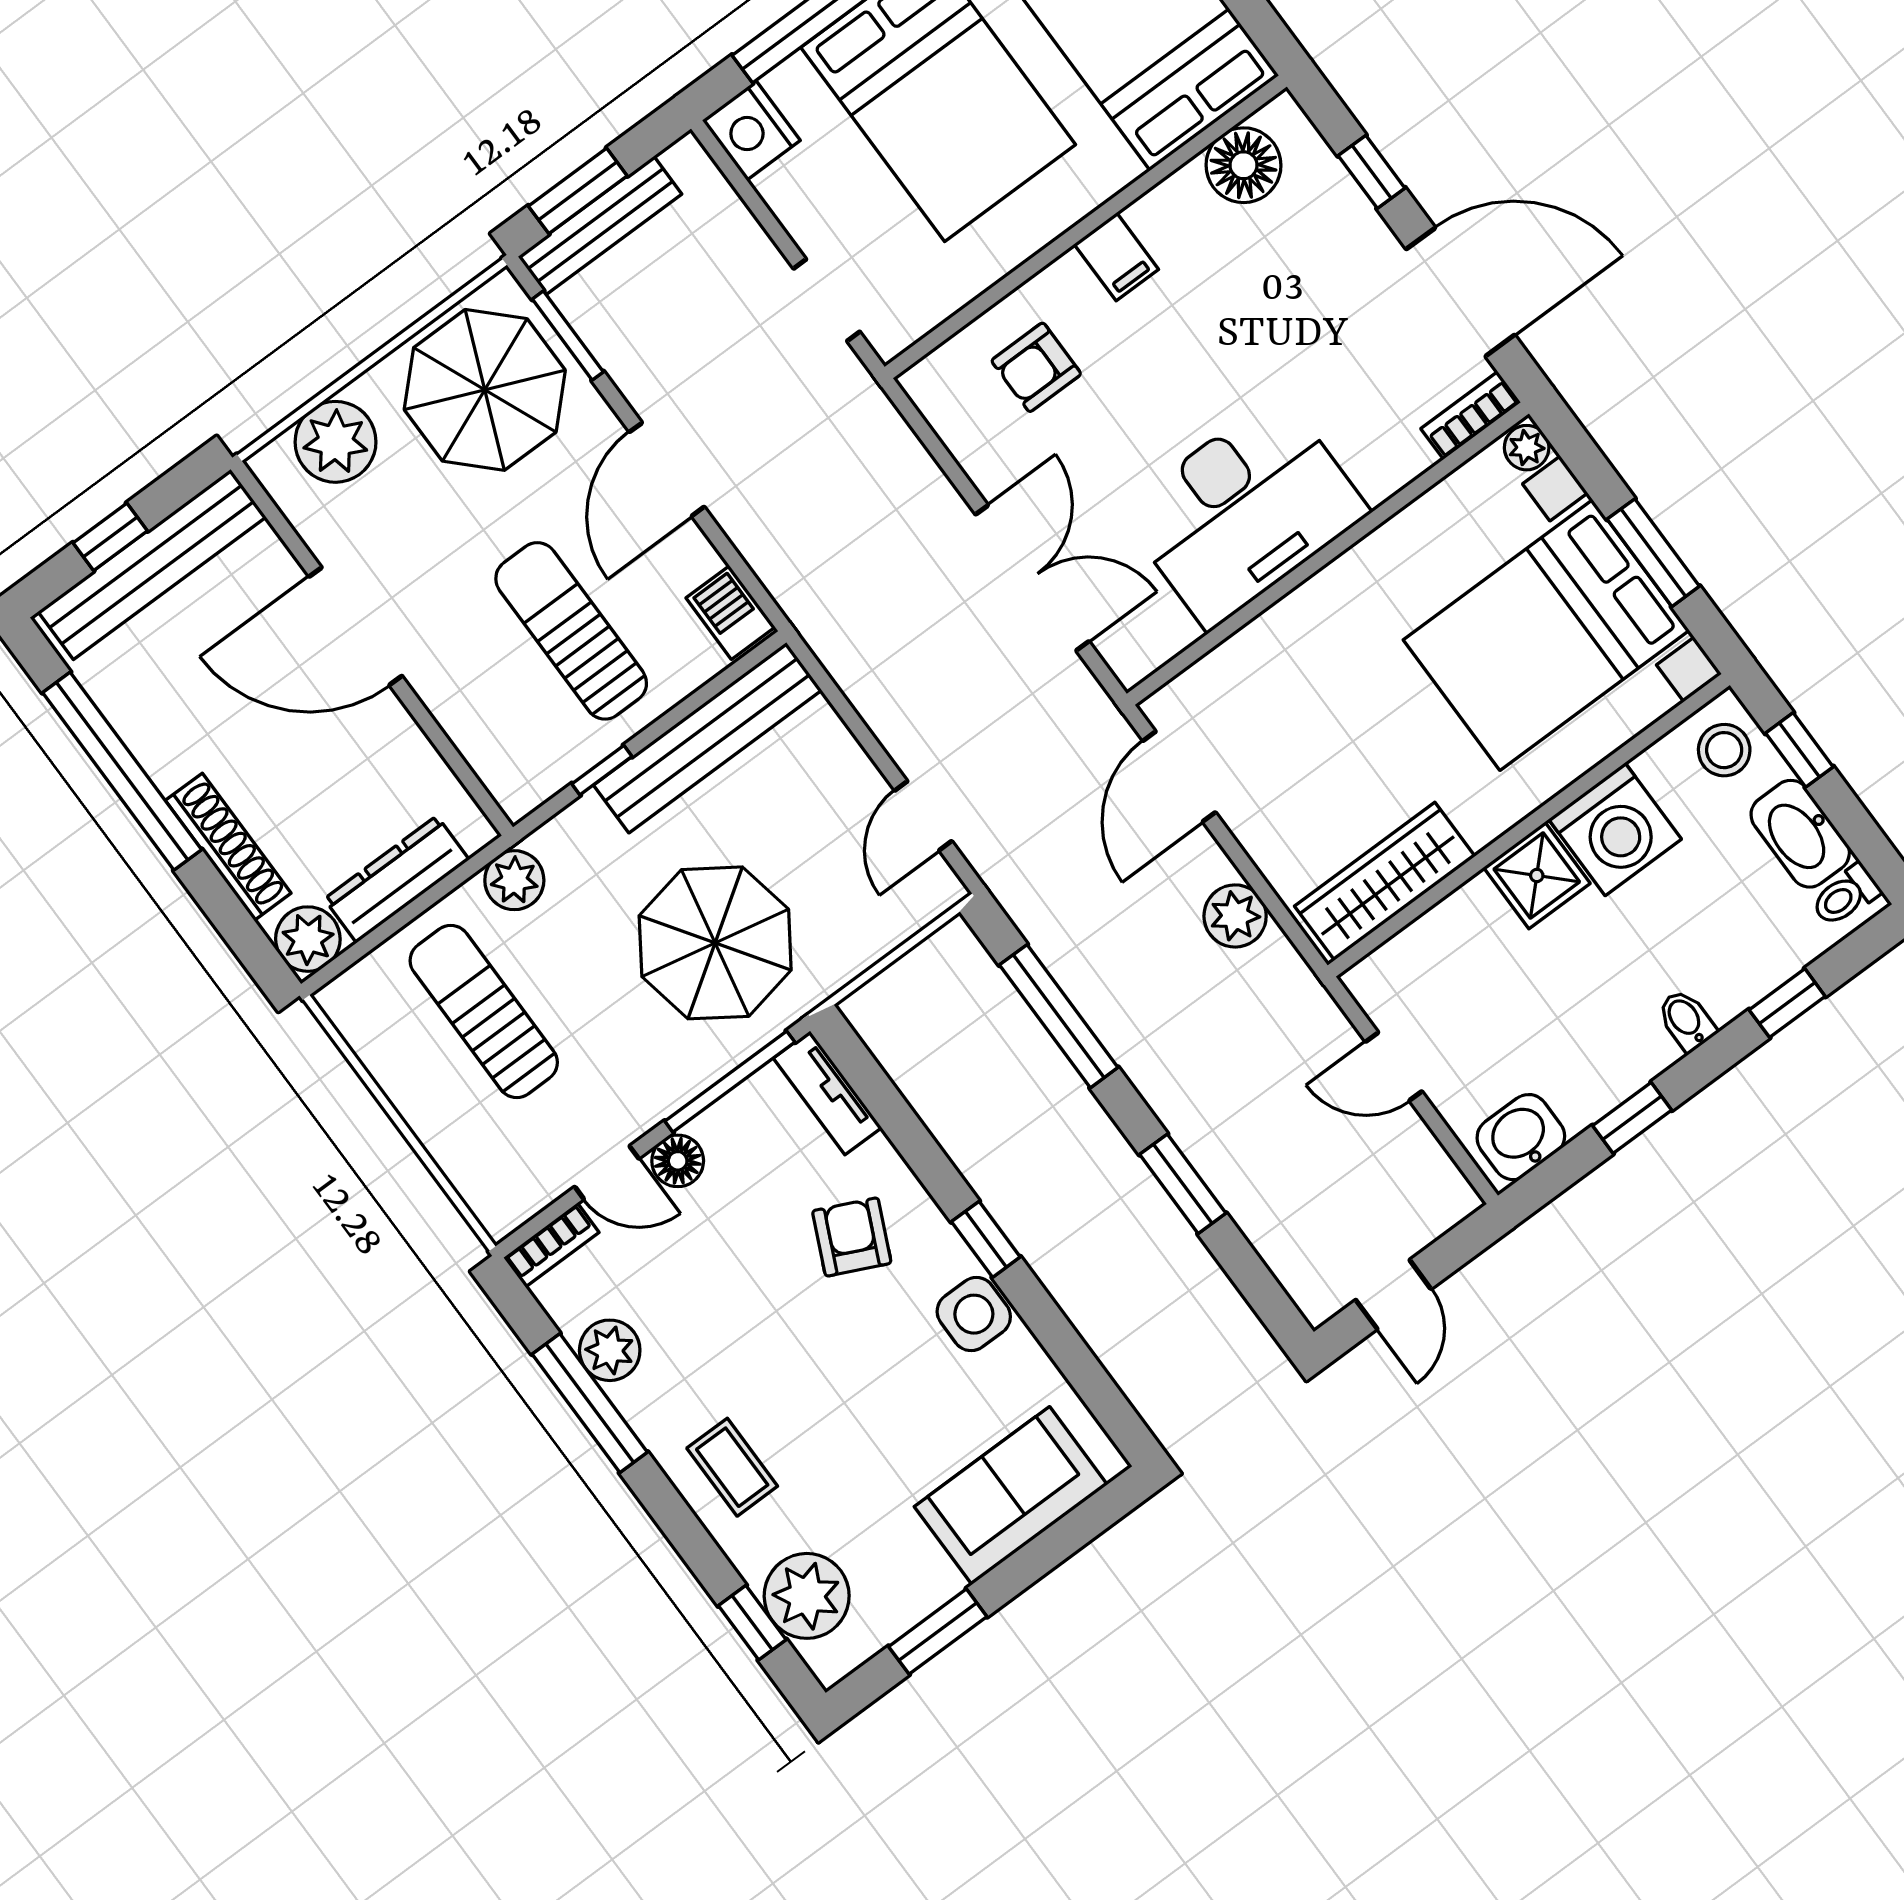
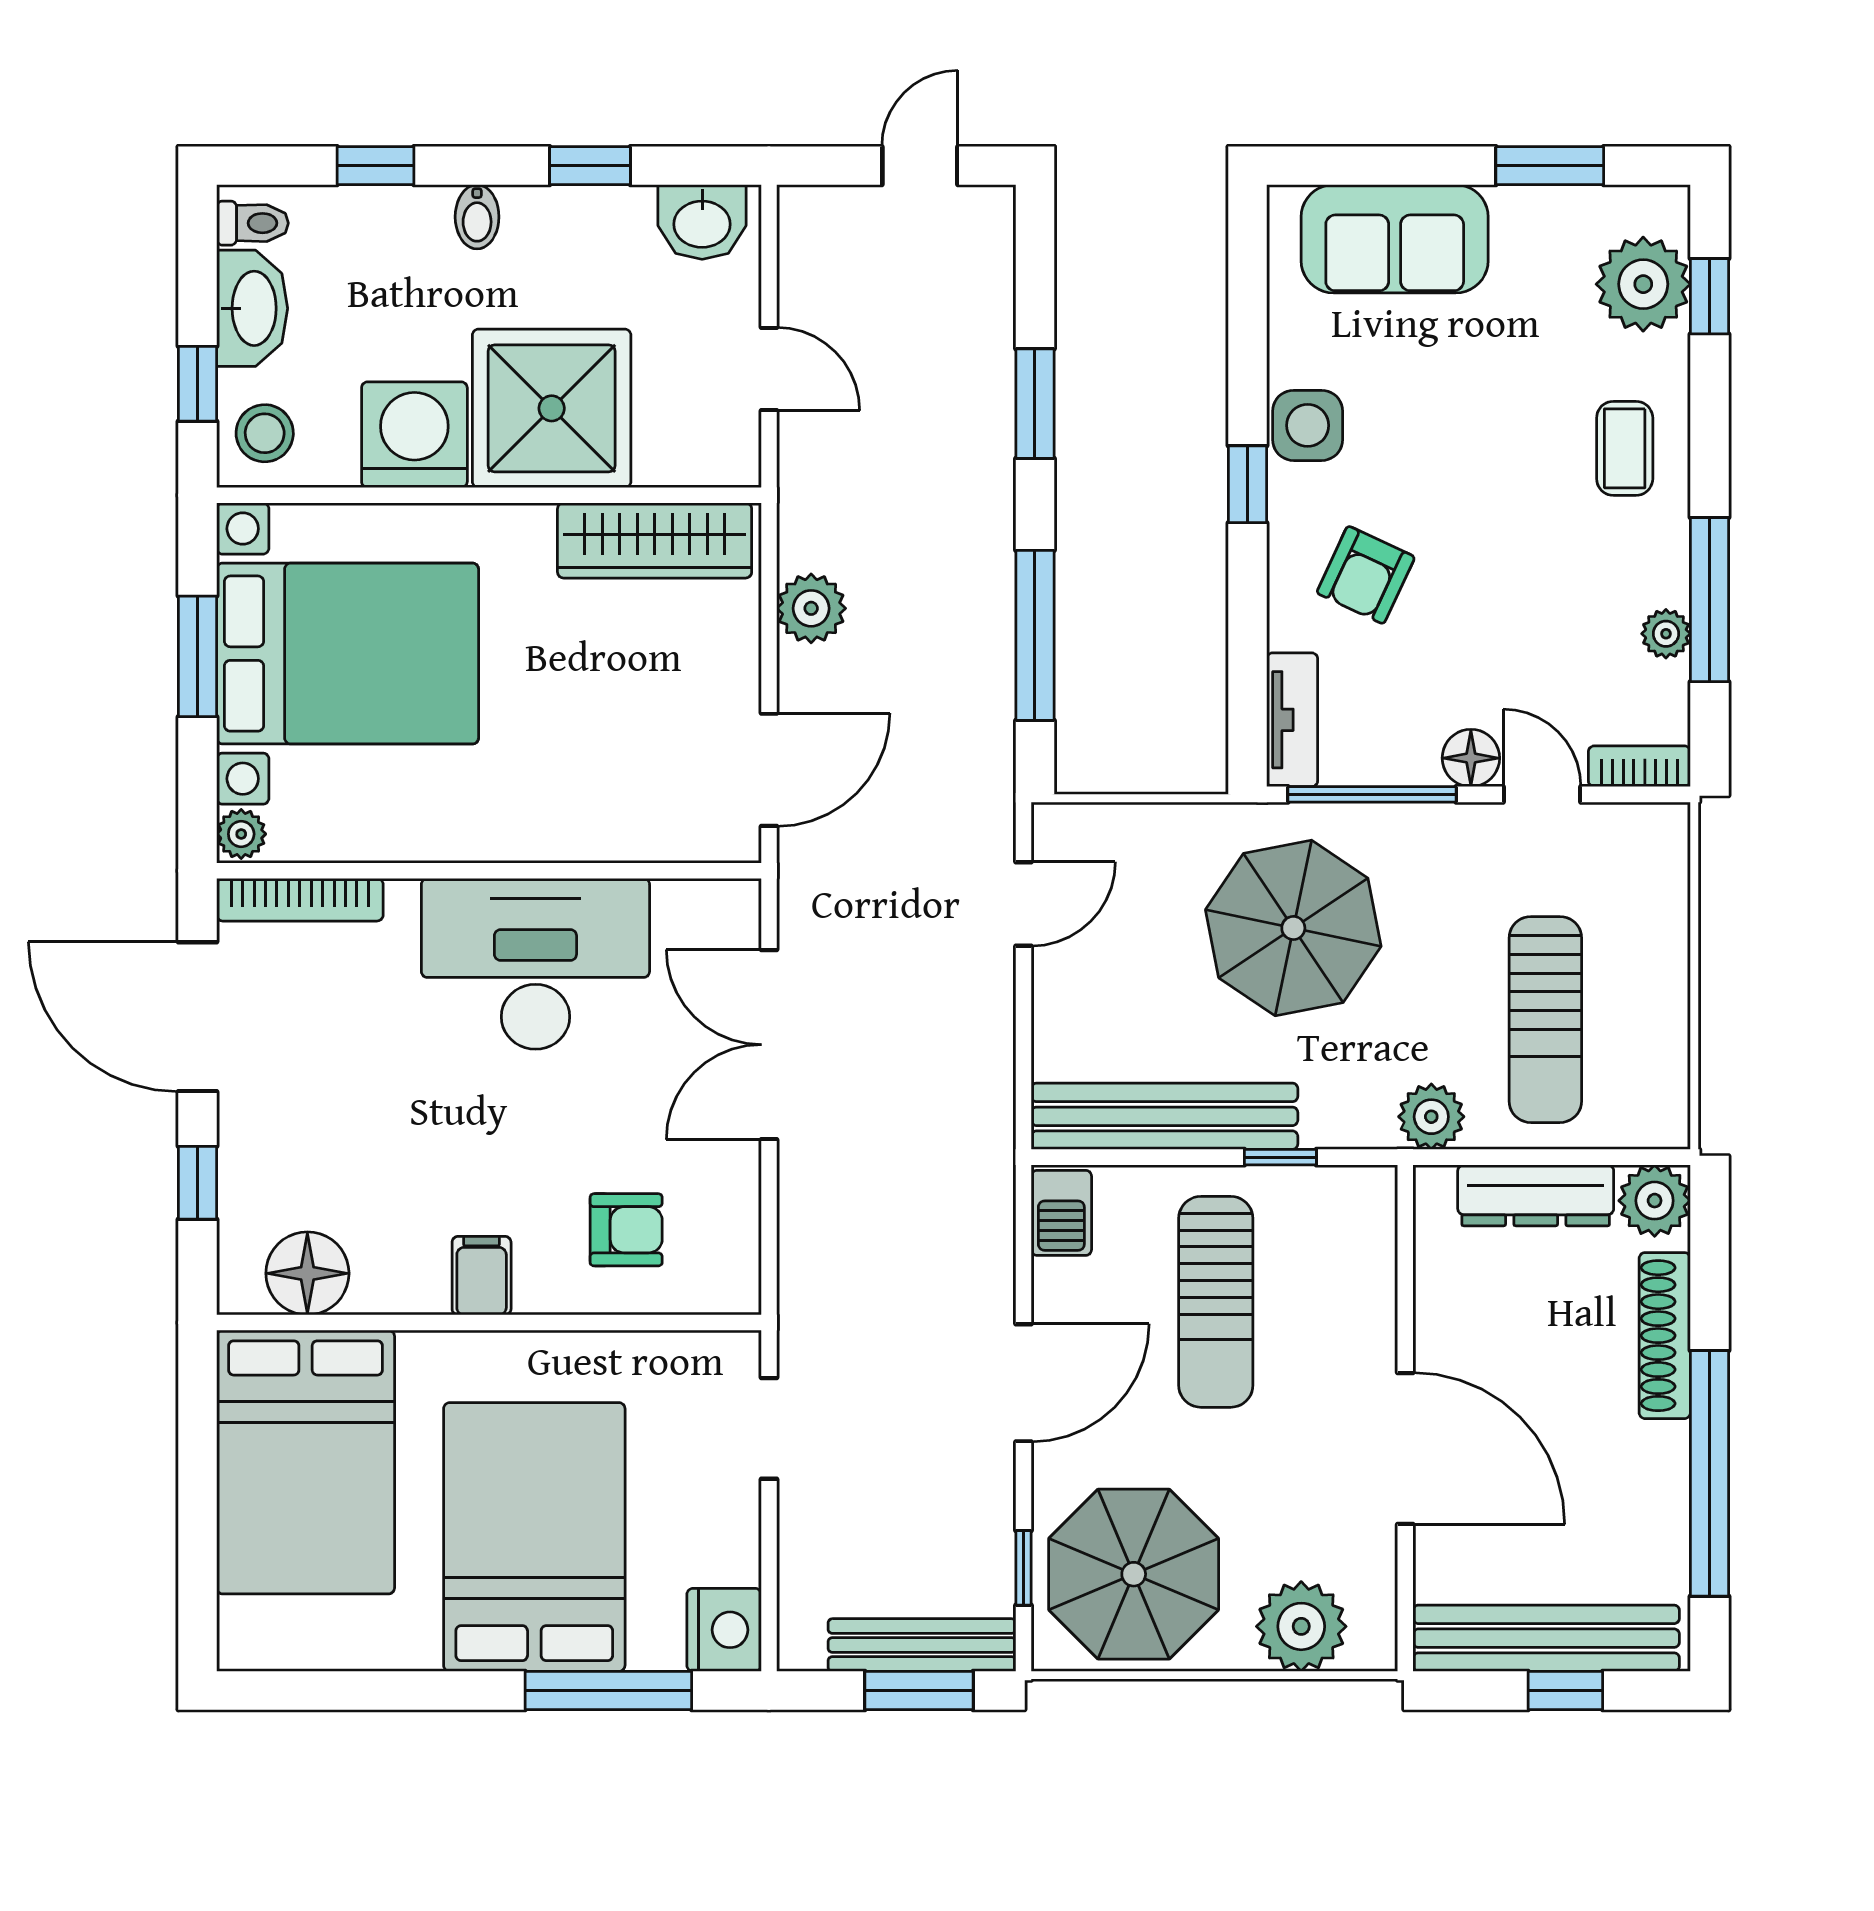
window: (568, 335) -> (1023, 1568), width x0.67
bookcase: (1471, 415) -> (300, 900), width x1.56
shower: (1537, 875) -> (552, 408), width x1.86, depth x1.86
plant: (610, 1350) -> (1666, 634), width x0.73, depth x0.73

